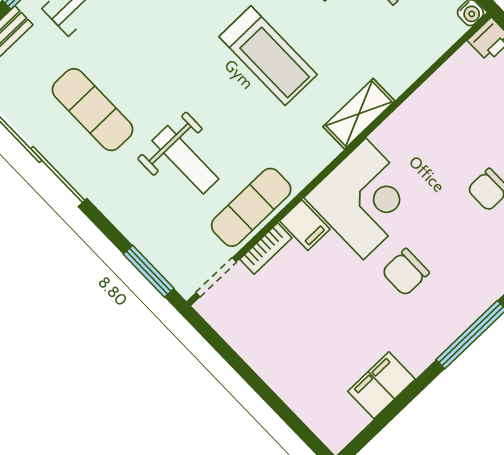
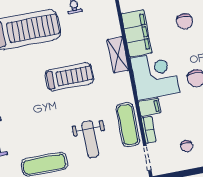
filing cabinet: (416, 122) -> (137, 33), added
weight bench: (185, 160) -> (90, 139), turned 90
chair: (280, 331) -> (187, 146), added

